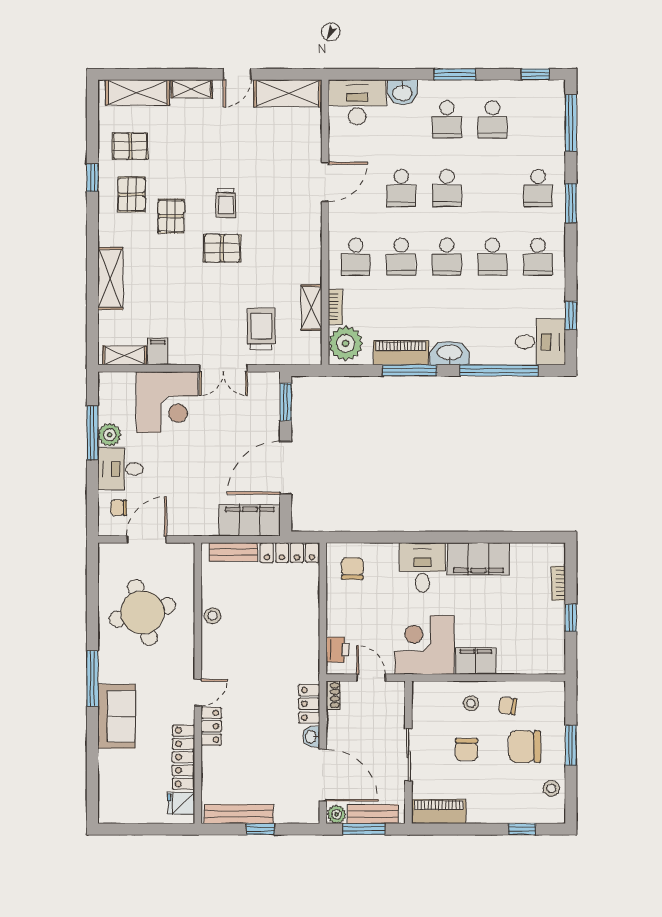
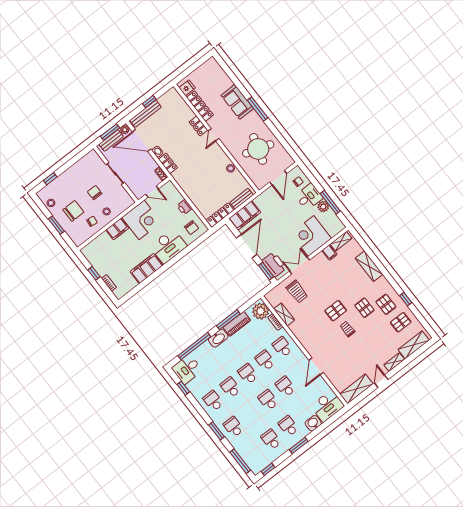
printer: (264, 402) -> (274, 264), added
desk: (422, 567) -> (168, 246), width x1.37
round table: (142, 612) -> (258, 149), turned 32
printer: (337, 650) -> (184, 207), moved
piano: (439, 811) -> (87, 161), removed
bench: (239, 814) -> (146, 114), moved

